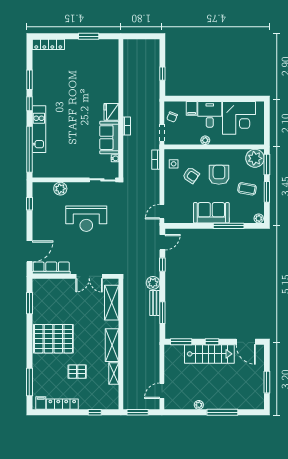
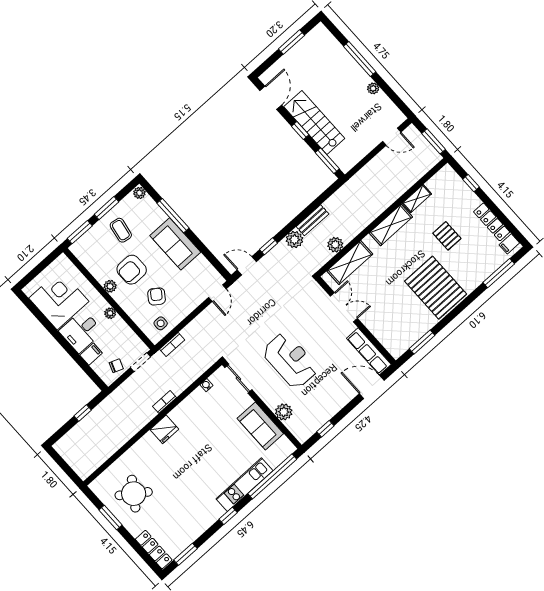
round table: (90, 61) -> (134, 494), added
window: (29, 80) -> (186, 554), moved
sofa: (109, 138) -> (260, 426), moved, turned 90
plant: (255, 158) -> (110, 286), moved, width x0.53, depth x0.53
door: (162, 212) -> (217, 293), hinge flipped
plant: (129, 303) -> (335, 245), added
window: (162, 313) -> (315, 204), removed

